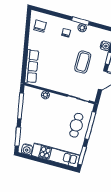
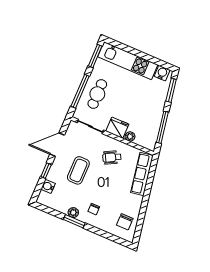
wheelchair: (58, 76) -> (112, 157), added
fridge: (56, 101) -> (117, 128), added

